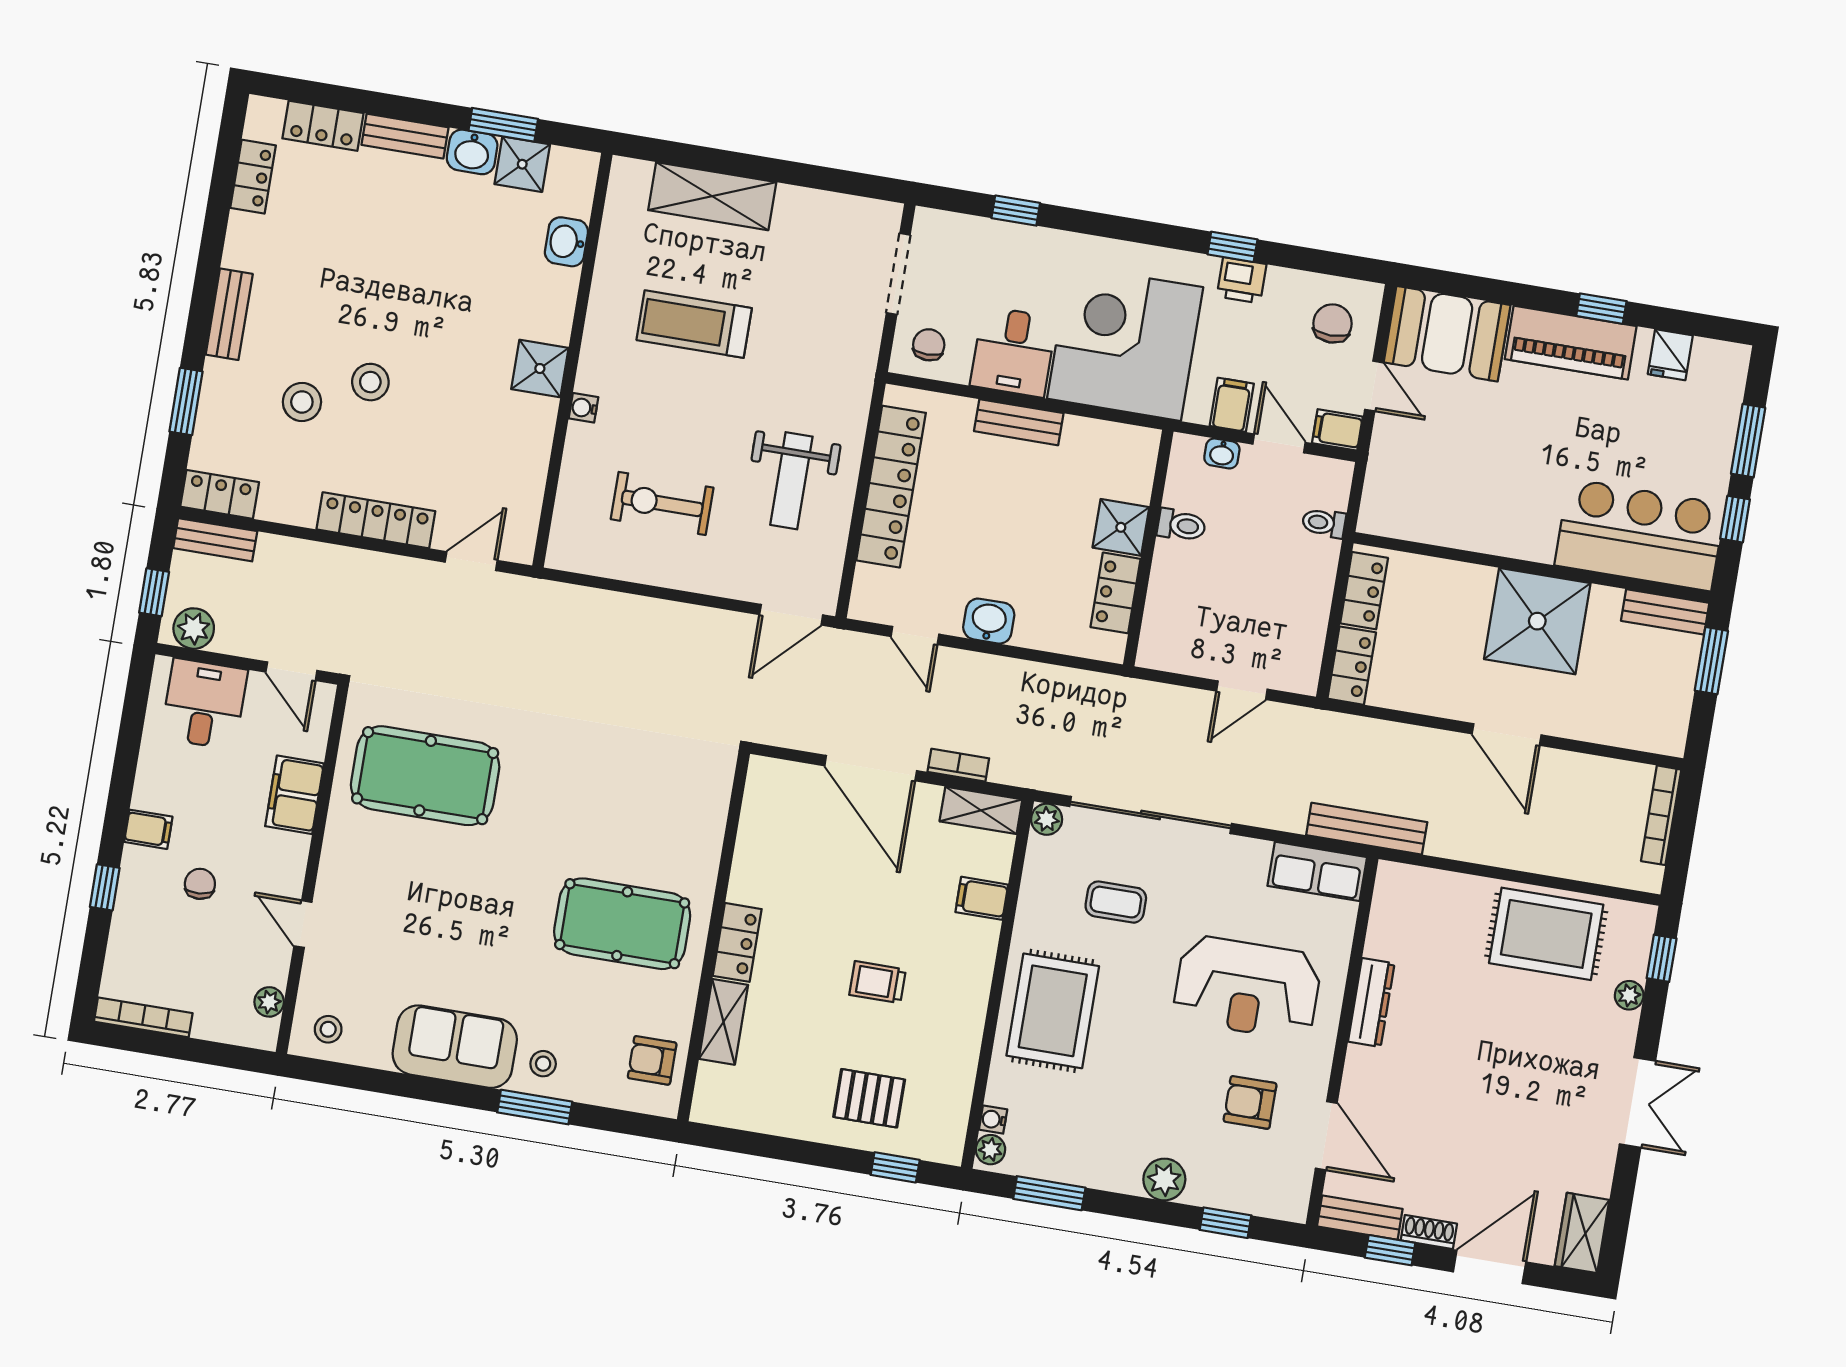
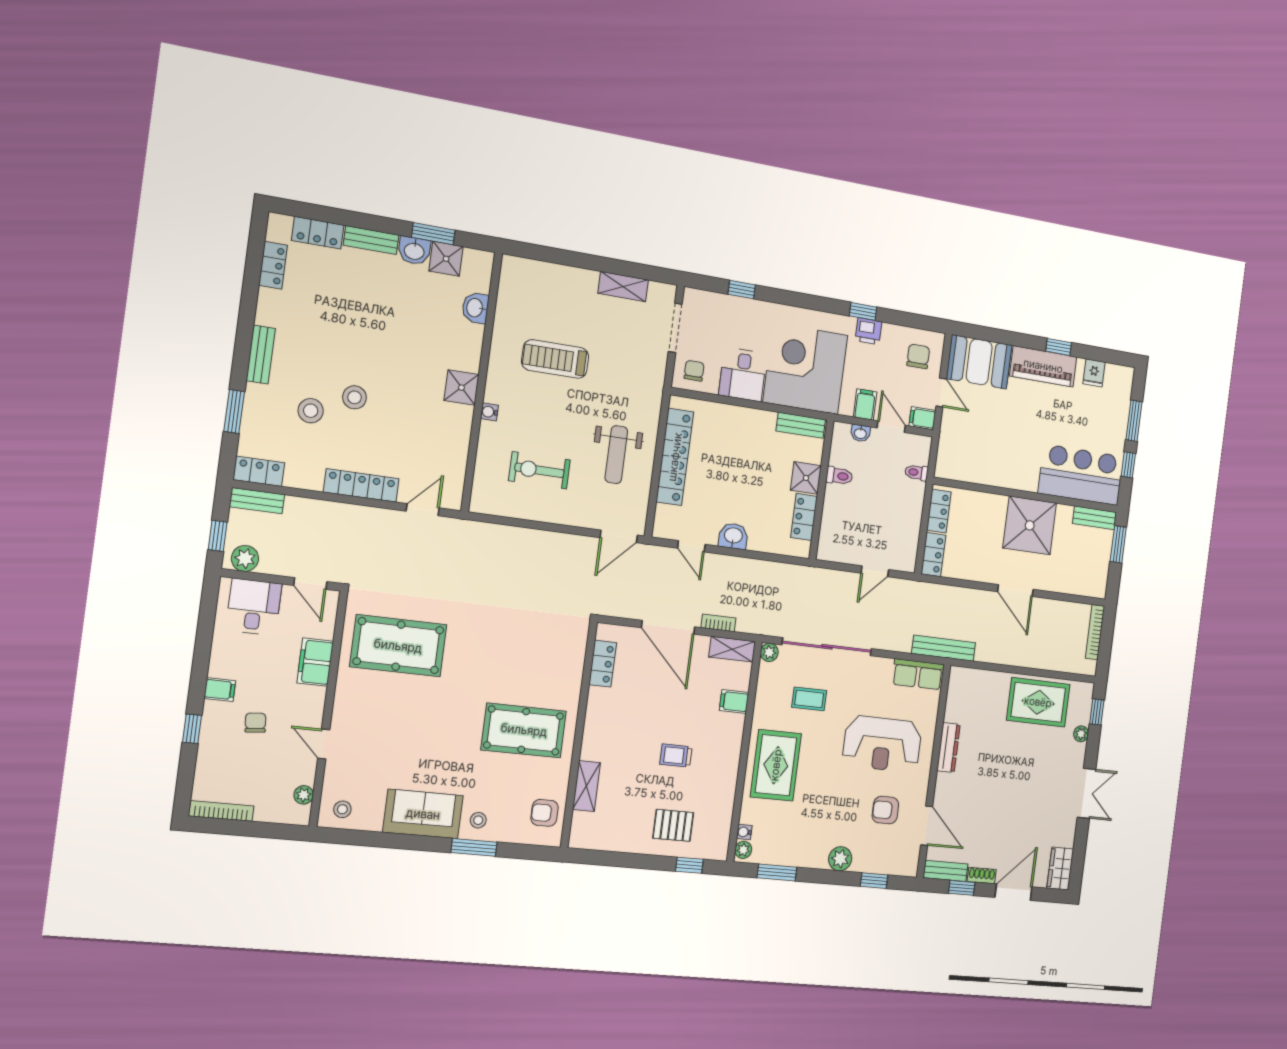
shelving: (712, 196) -> (623, 287), moved, width x0.67, depth x0.75
bench: (1019, 422) -> (801, 425), moved
locker: (737, 942) -> (603, 664), moved

